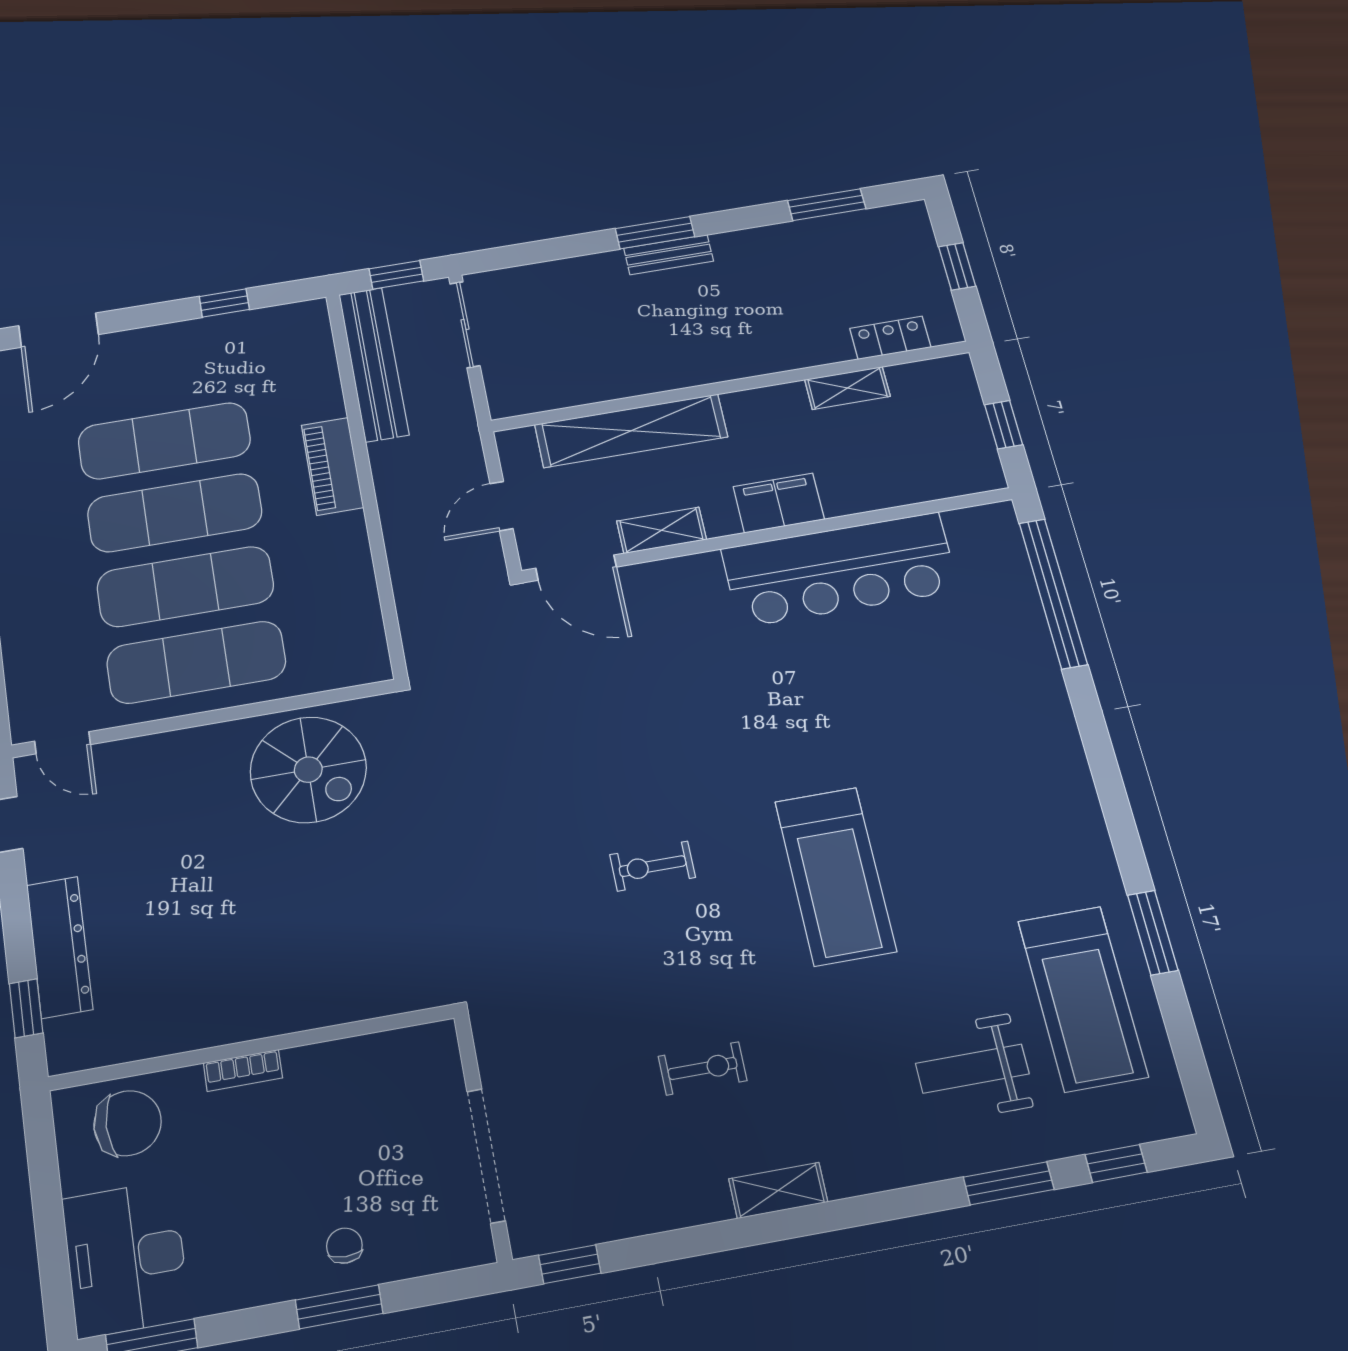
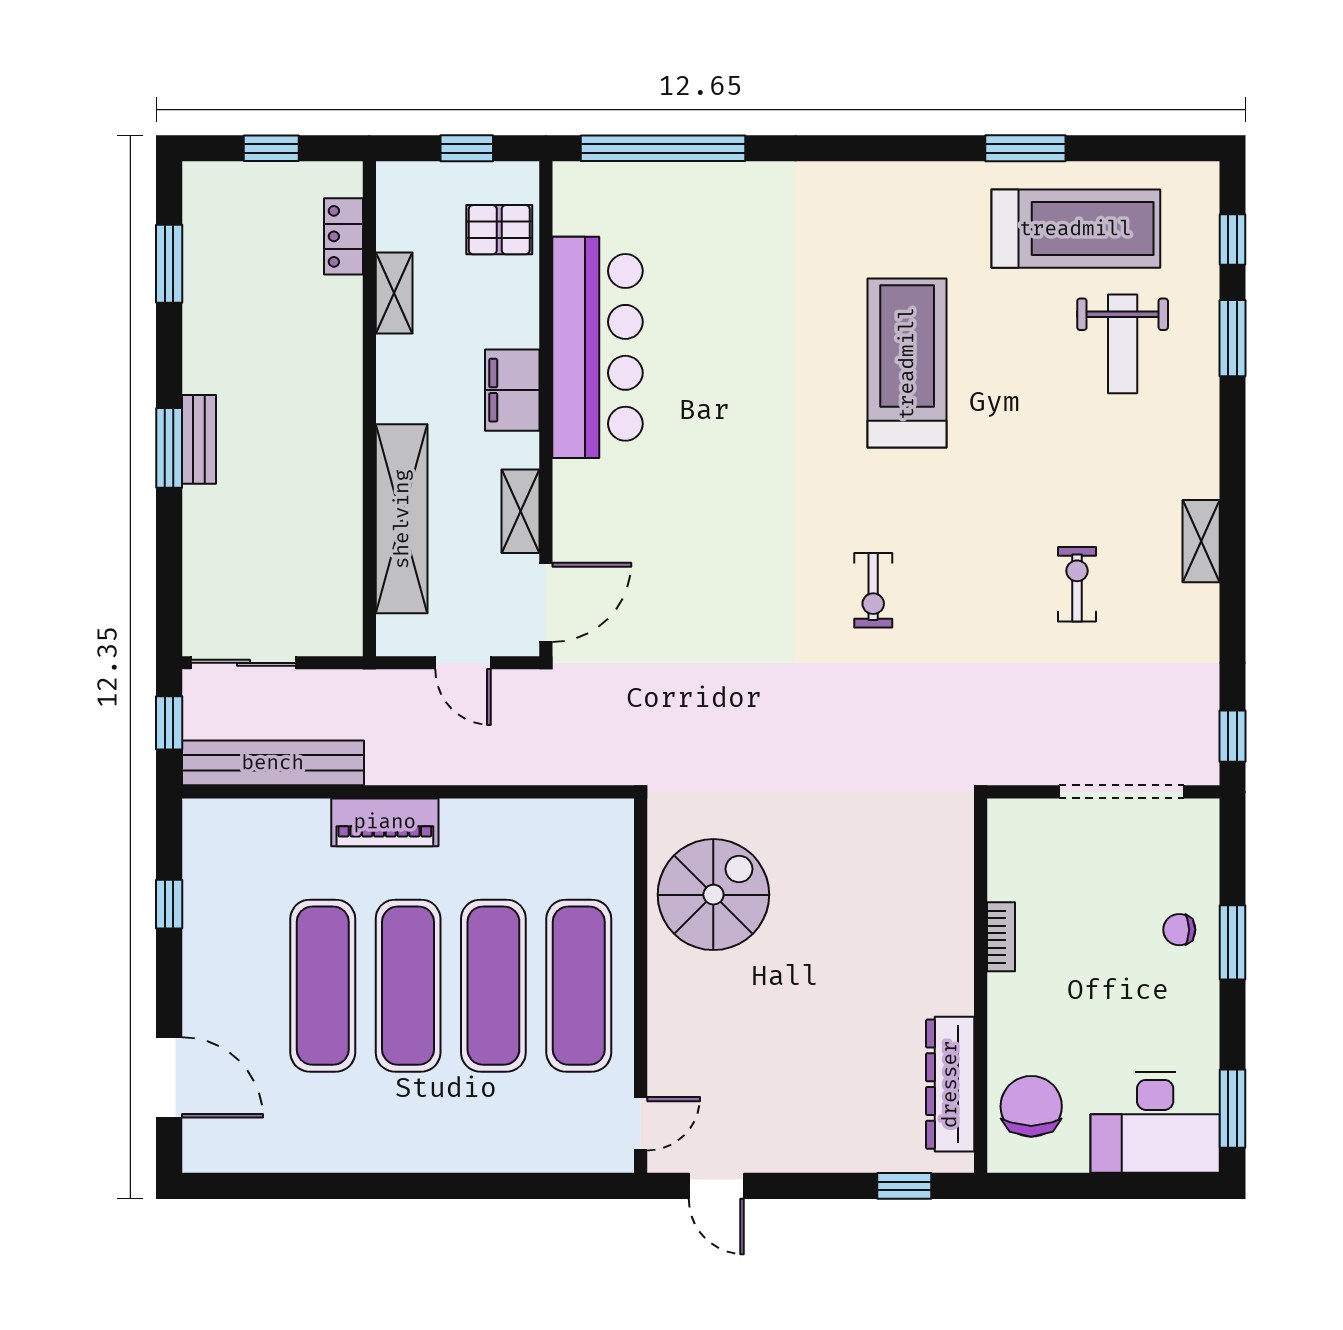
pallet: (933, 465) -> (499, 230), added
treadmill: (835, 876) -> (907, 363), moved, turned -90
dresser: (60, 947) -> (950, 1084), moved, turned -90
bookcase: (243, 1070) -> (1001, 937), moved

